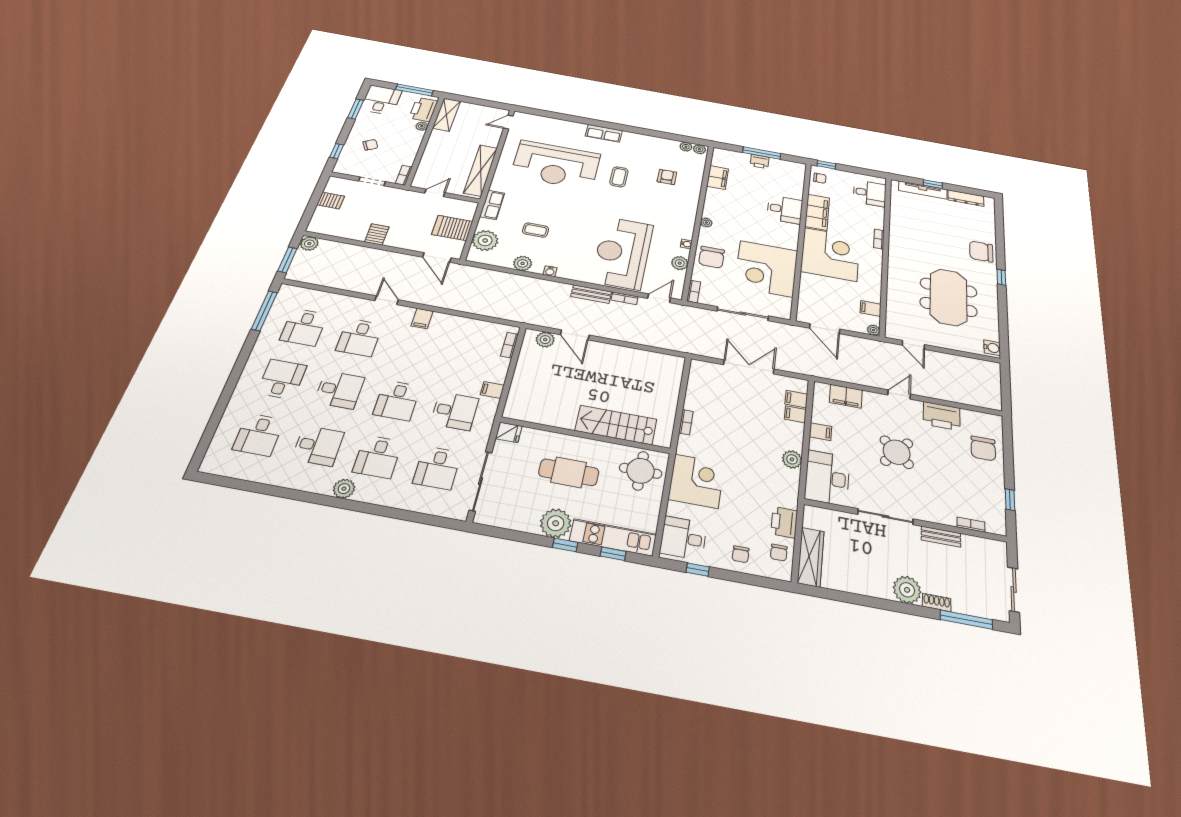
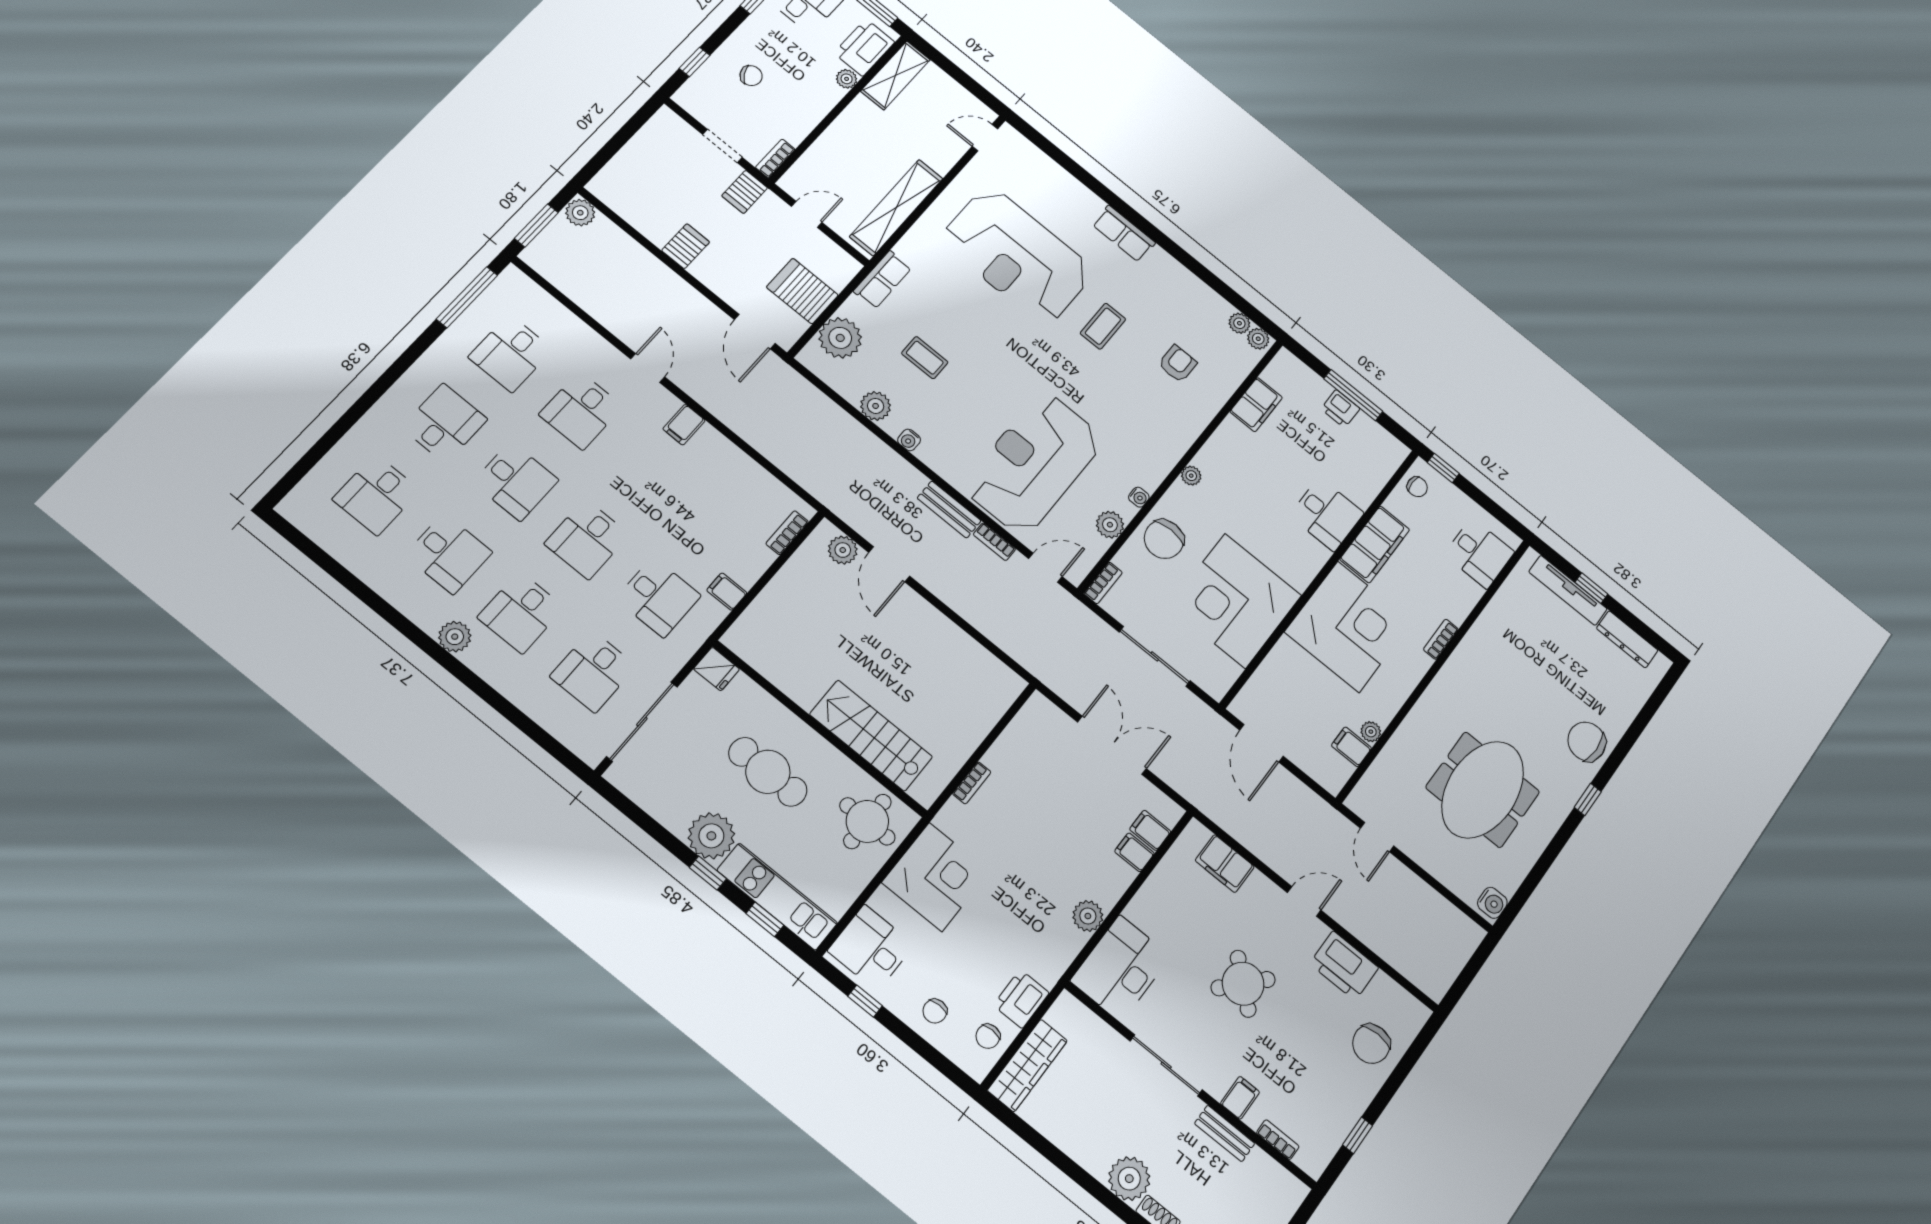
server rack: (331, 200) -> (745, 192), moved, turned 90
plant: (874, 330) -> (1371, 732), moved
filing cabinet: (820, 432) -> (1240, 1098), moved, turned -90

